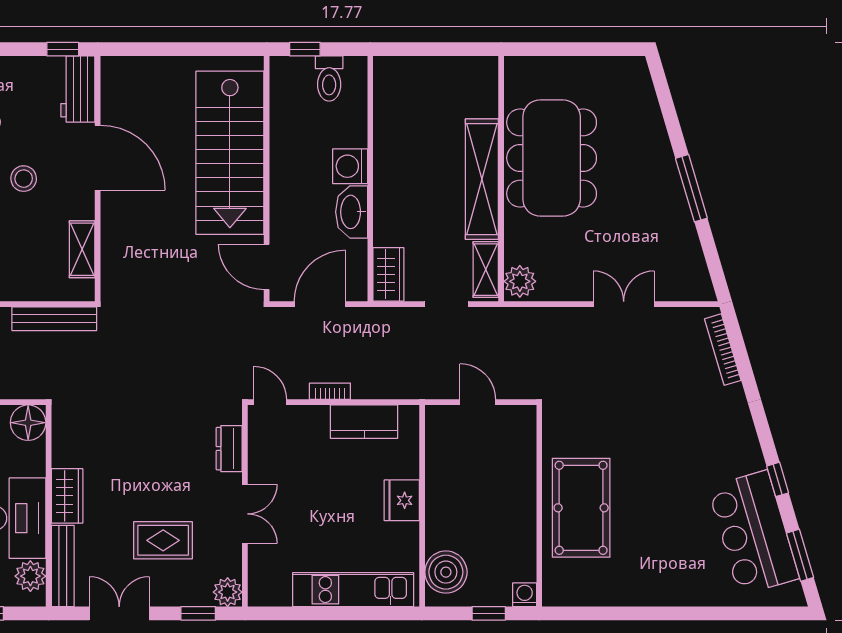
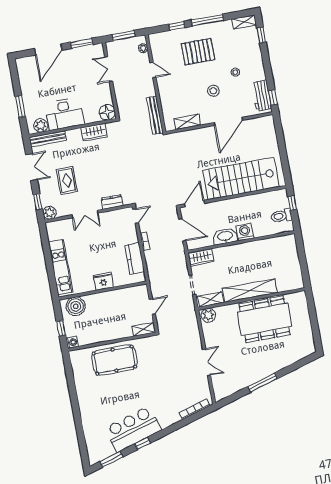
workbench: (78, 89) -> (262, 96), moved, turned -90
shelving: (525, 430) -> (144, 329), added
wardrobe: (67, 496) -> (94, 132), moved
bar counter: (753, 533) -> (133, 429), moved

